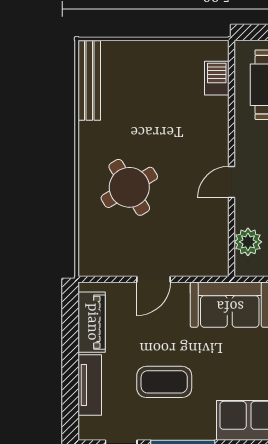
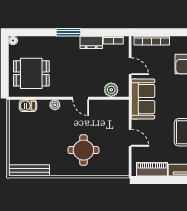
plant: (218, 131) -> (55, 105), added
round table: (129, 187) -> (83, 150), turned 31

